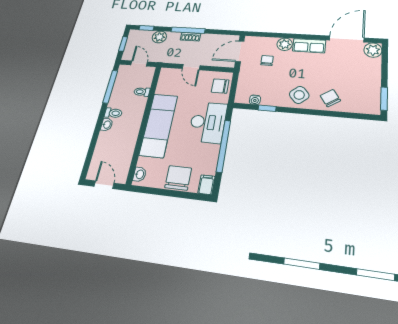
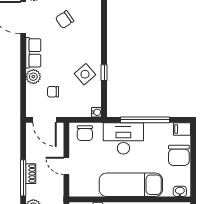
door: (191, 67) -> (66, 166), swing flipped
side table: (299, 95) -> (85, 74), moved
chair: (330, 98) -> (65, 20), moved
water cooler: (255, 100) -> (96, 112), moved
window: (267, 108) -> (104, 73), moved
chair: (178, 178) -> (179, 155), turned -90

